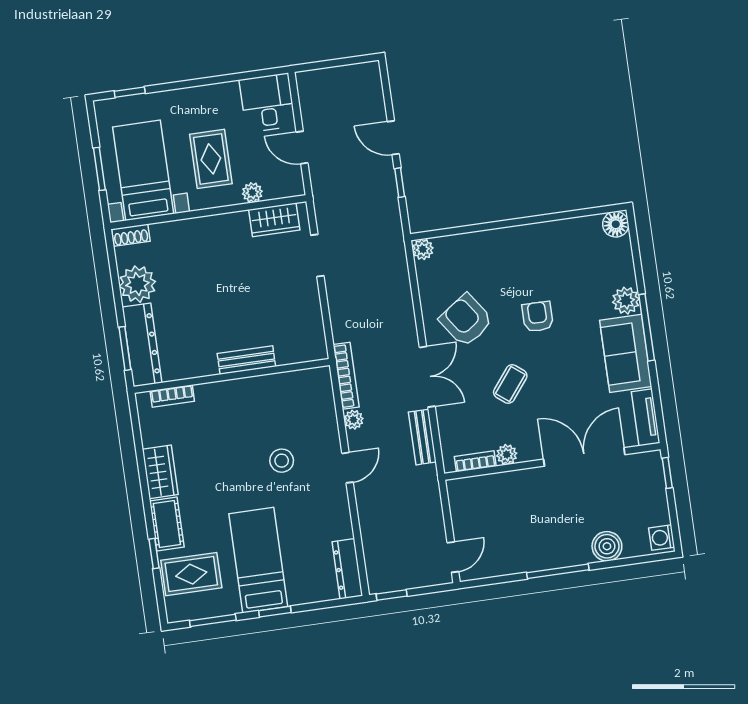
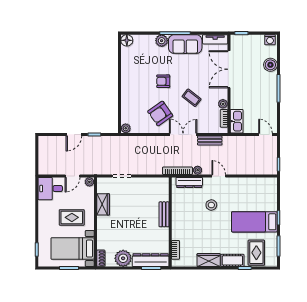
plant: (252, 193) -> (89, 182), moved
wardrobe: (274, 220) -> (103, 204), moved
kitchen sink: (473, 490) -> (237, 121), added
dresser: (347, 569) -> (189, 182), moved

